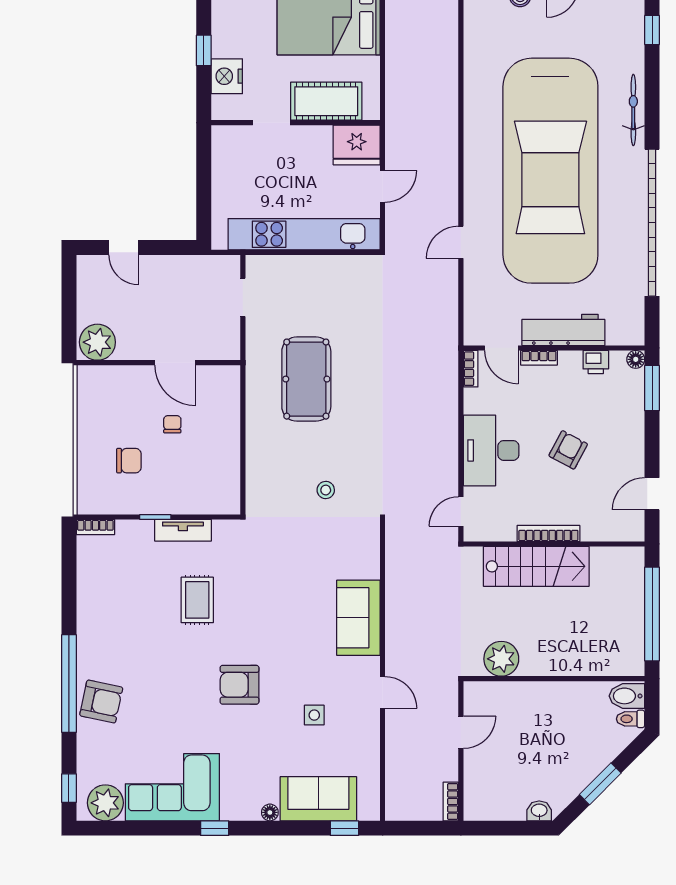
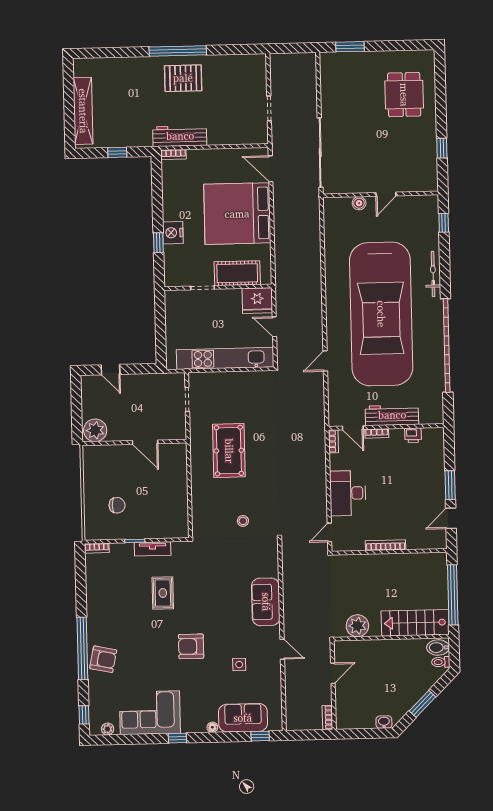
nightstand: (227, 76) -> (173, 233), moved
door: (383, 186) -> (274, 327), swing flipped
floor lamp: (636, 359) -> (438, 433), removed
window: (652, 388) -> (450, 485), moved
chair: (172, 424) -> (144, 481), removed
armchair: (568, 450) -> (397, 492), removed
stairs: (536, 566) -> (415, 623), moved, turned 180
plant: (105, 803) -> (108, 729), width x0.53, depth x0.53

